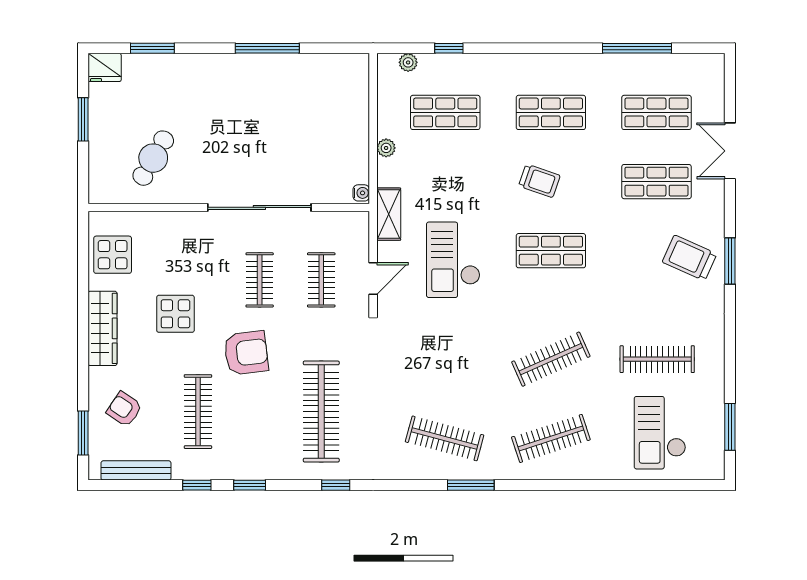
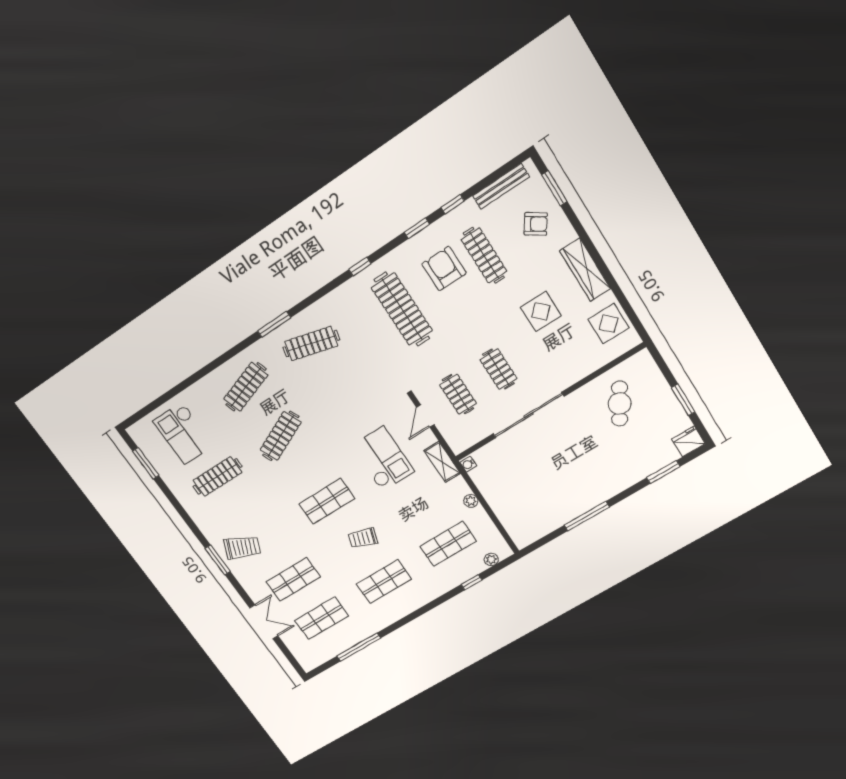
armchair: (246, 353) -> (444, 269), moved, turned 97
checkout: (660, 433) -> (184, 433), turned 180

